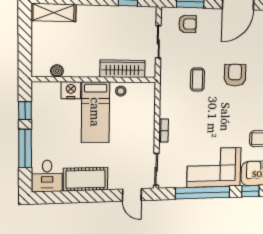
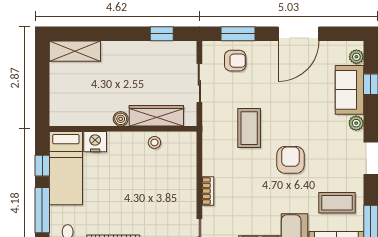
boiler: (57, 71) -> (121, 119), moved
armchair: (235, 75) -> (290, 160), moved
coffee table: (197, 79) -> (249, 128), width x1.36, depth x1.30
bed: (95, 112) -> (66, 168), moved

